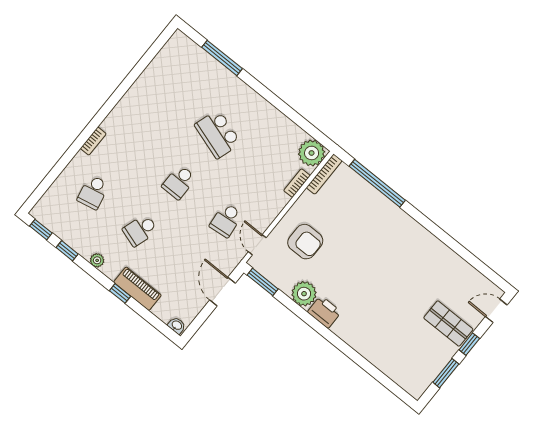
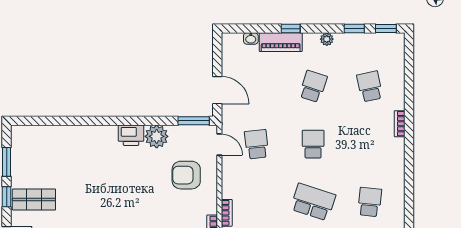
school desk: (171, 96) -> (370, 202), added
washbasin: (177, 325) -> (251, 39), moved

